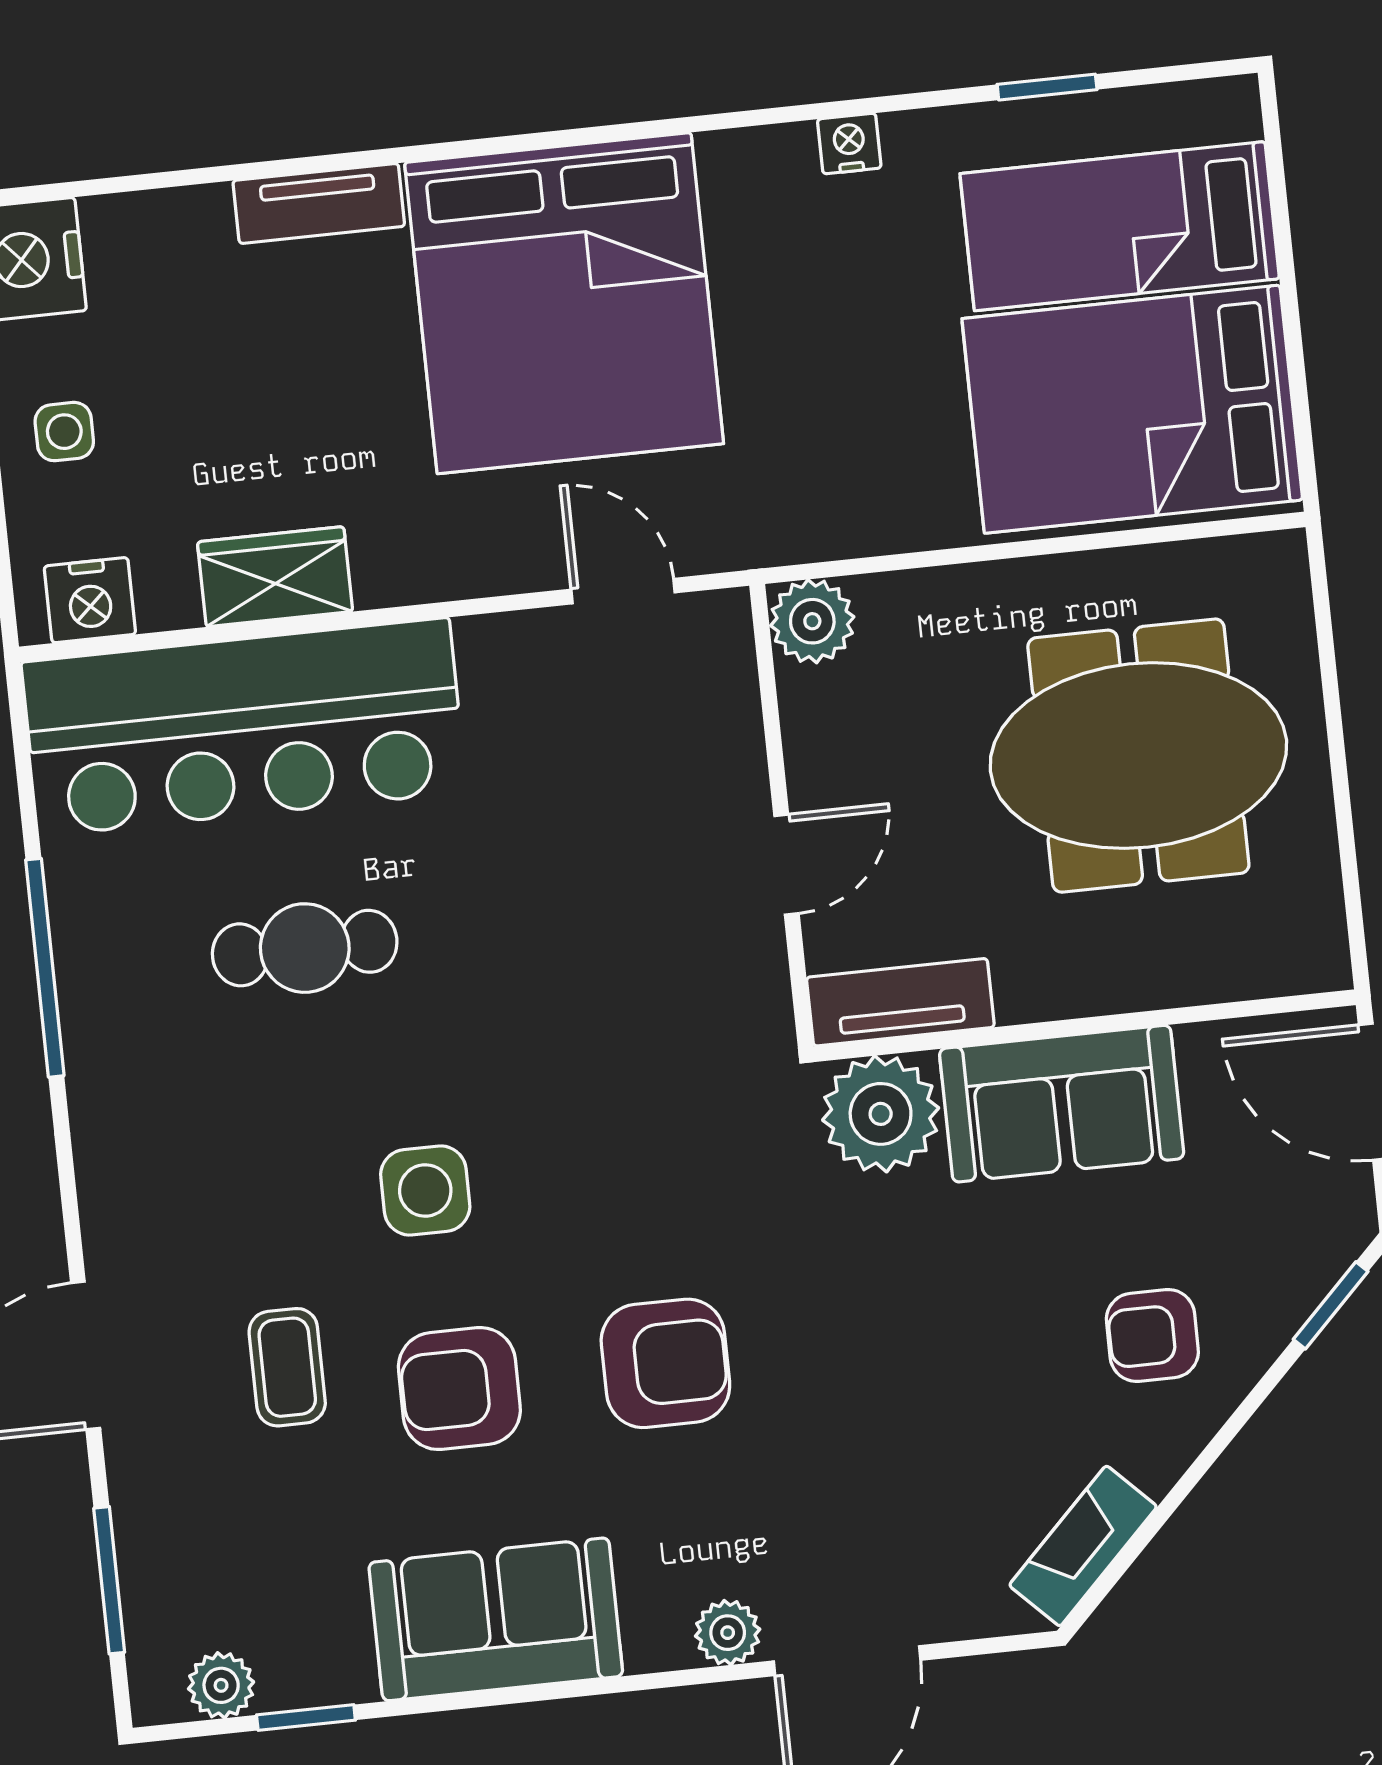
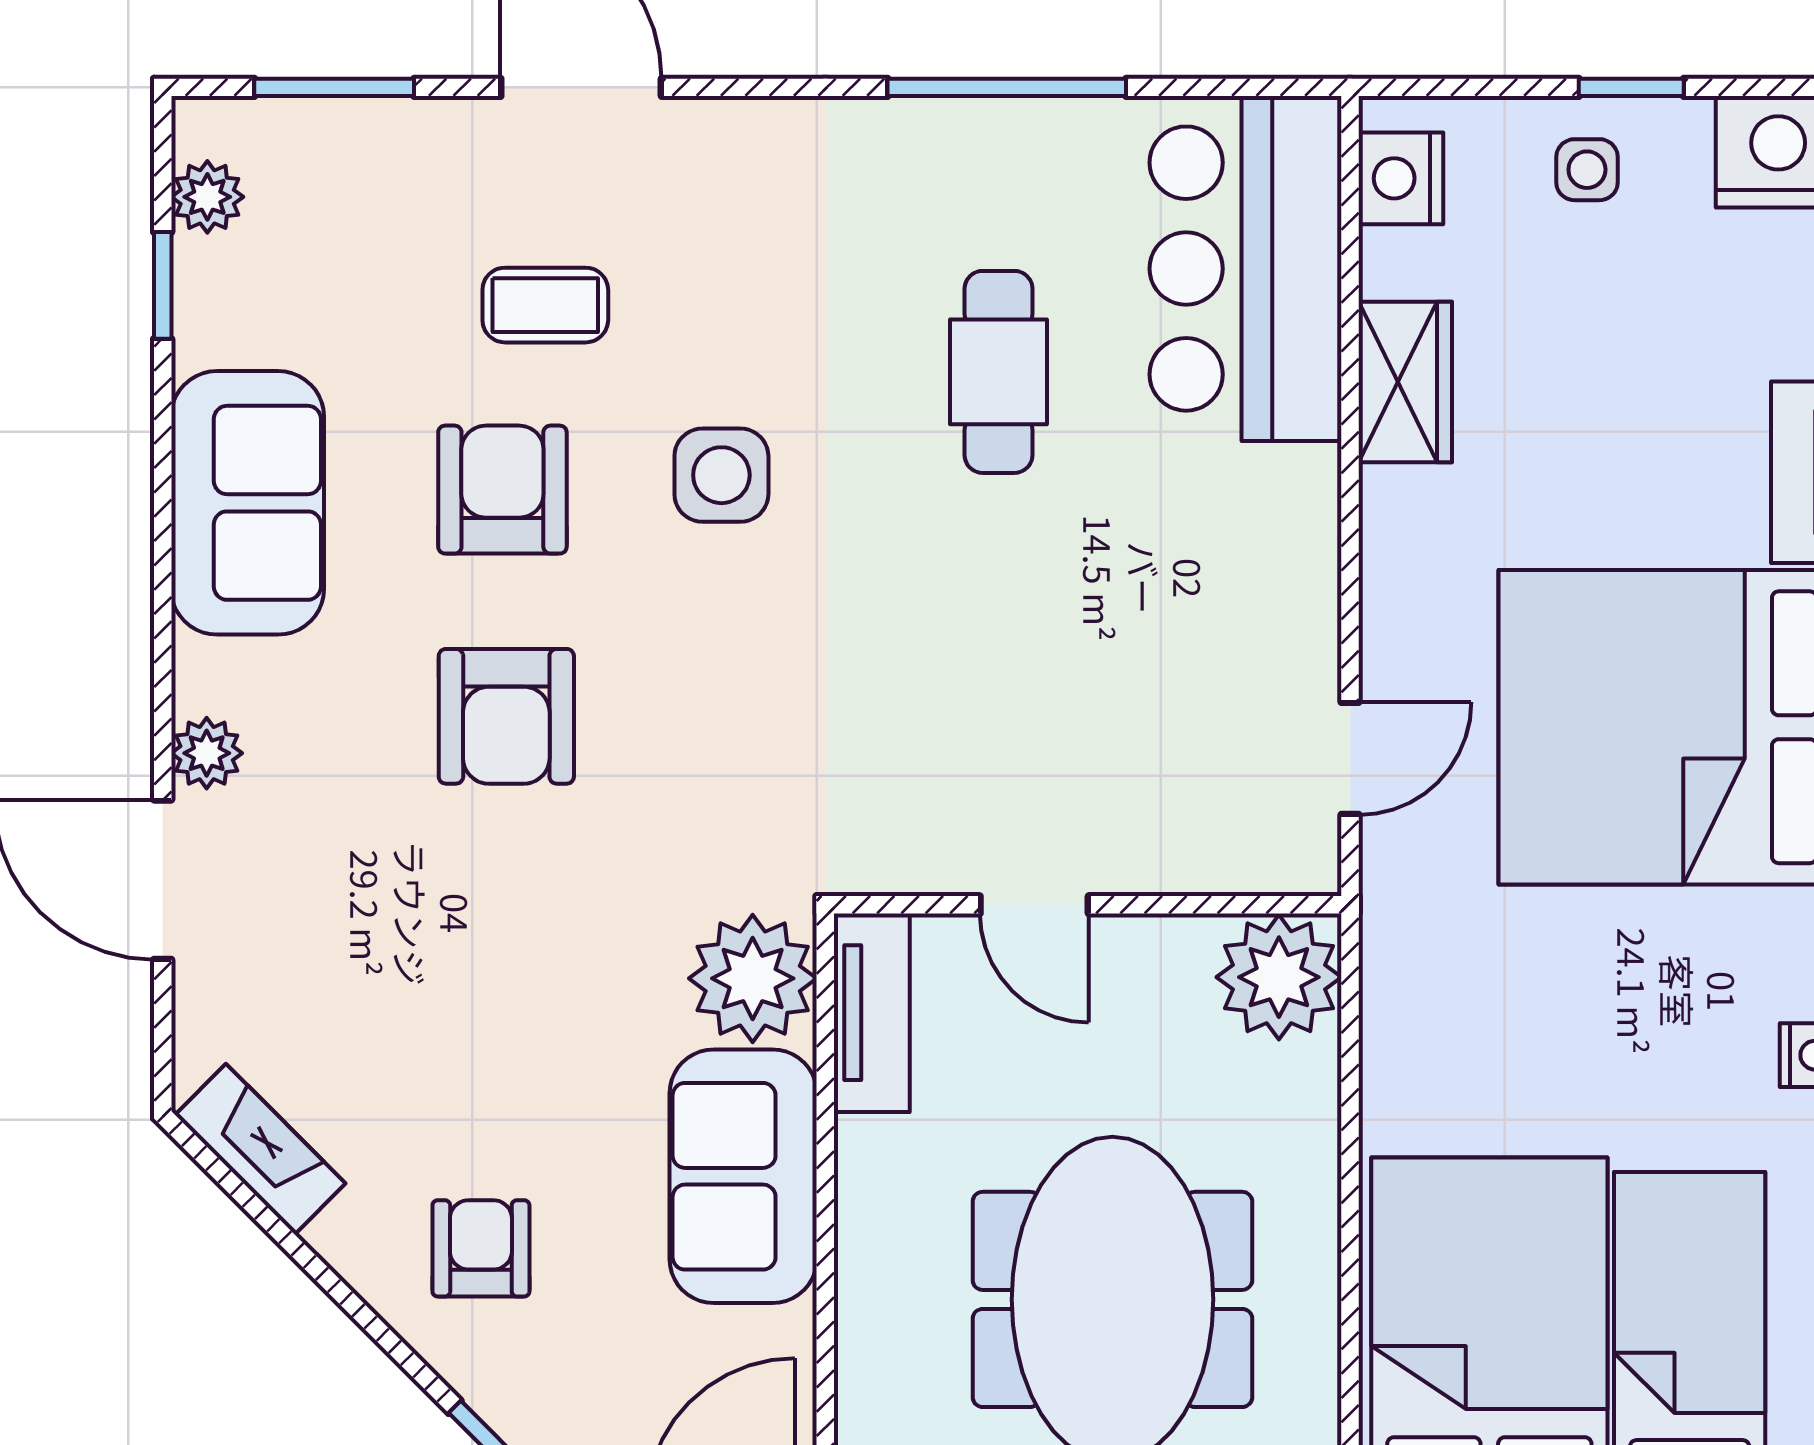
plant: (812, 621) -> (1279, 977), width x1.36, depth x1.36
bar counter: (244, 727) -> (1246, 269), width x0.73

